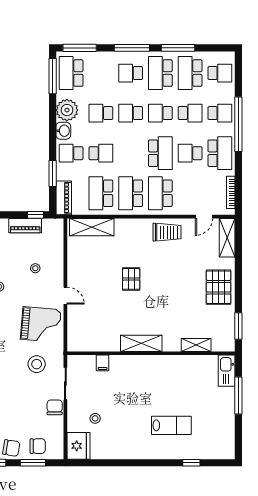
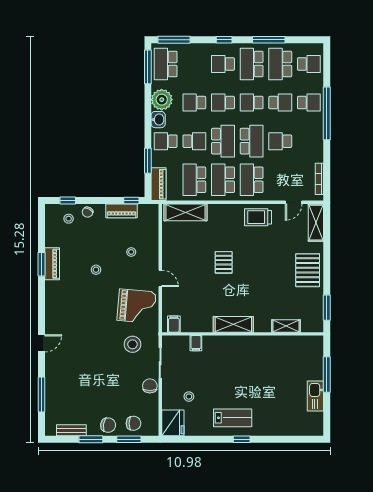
window: (132, 48) -> (224, 40), width x0.46
school desk: (220, 153) -> (223, 141), moved
trolley: (167, 232) -> (258, 217), turned 180
filing cabinet: (80, 343) -> (174, 324), added
kitchen sink: (227, 371) -> (315, 396), moved
lab bench: (171, 425) -> (233, 418), moved
window: (191, 463) -> (242, 439), moved

